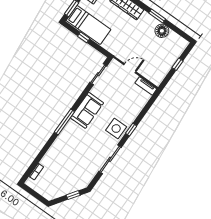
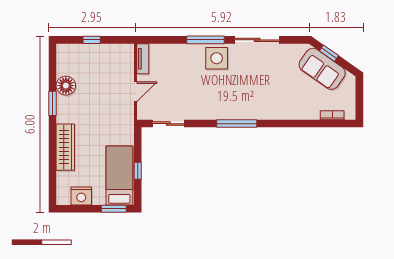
door: (130, 68) -> (135, 92), swing flipped
sofa: (87, 110) -> (322, 69), moved, turned -145
window: (64, 122) -> (237, 124), moved
window: (131, 130) -> (206, 40), width x2.17

